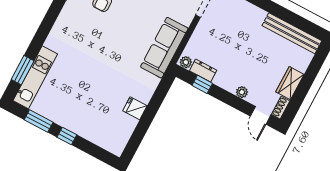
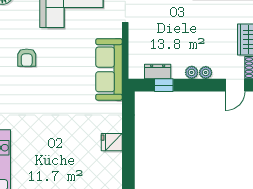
plant: (186, 62) -> (192, 72), moved
door: (261, 115) -> (235, 85), hinge flipped

